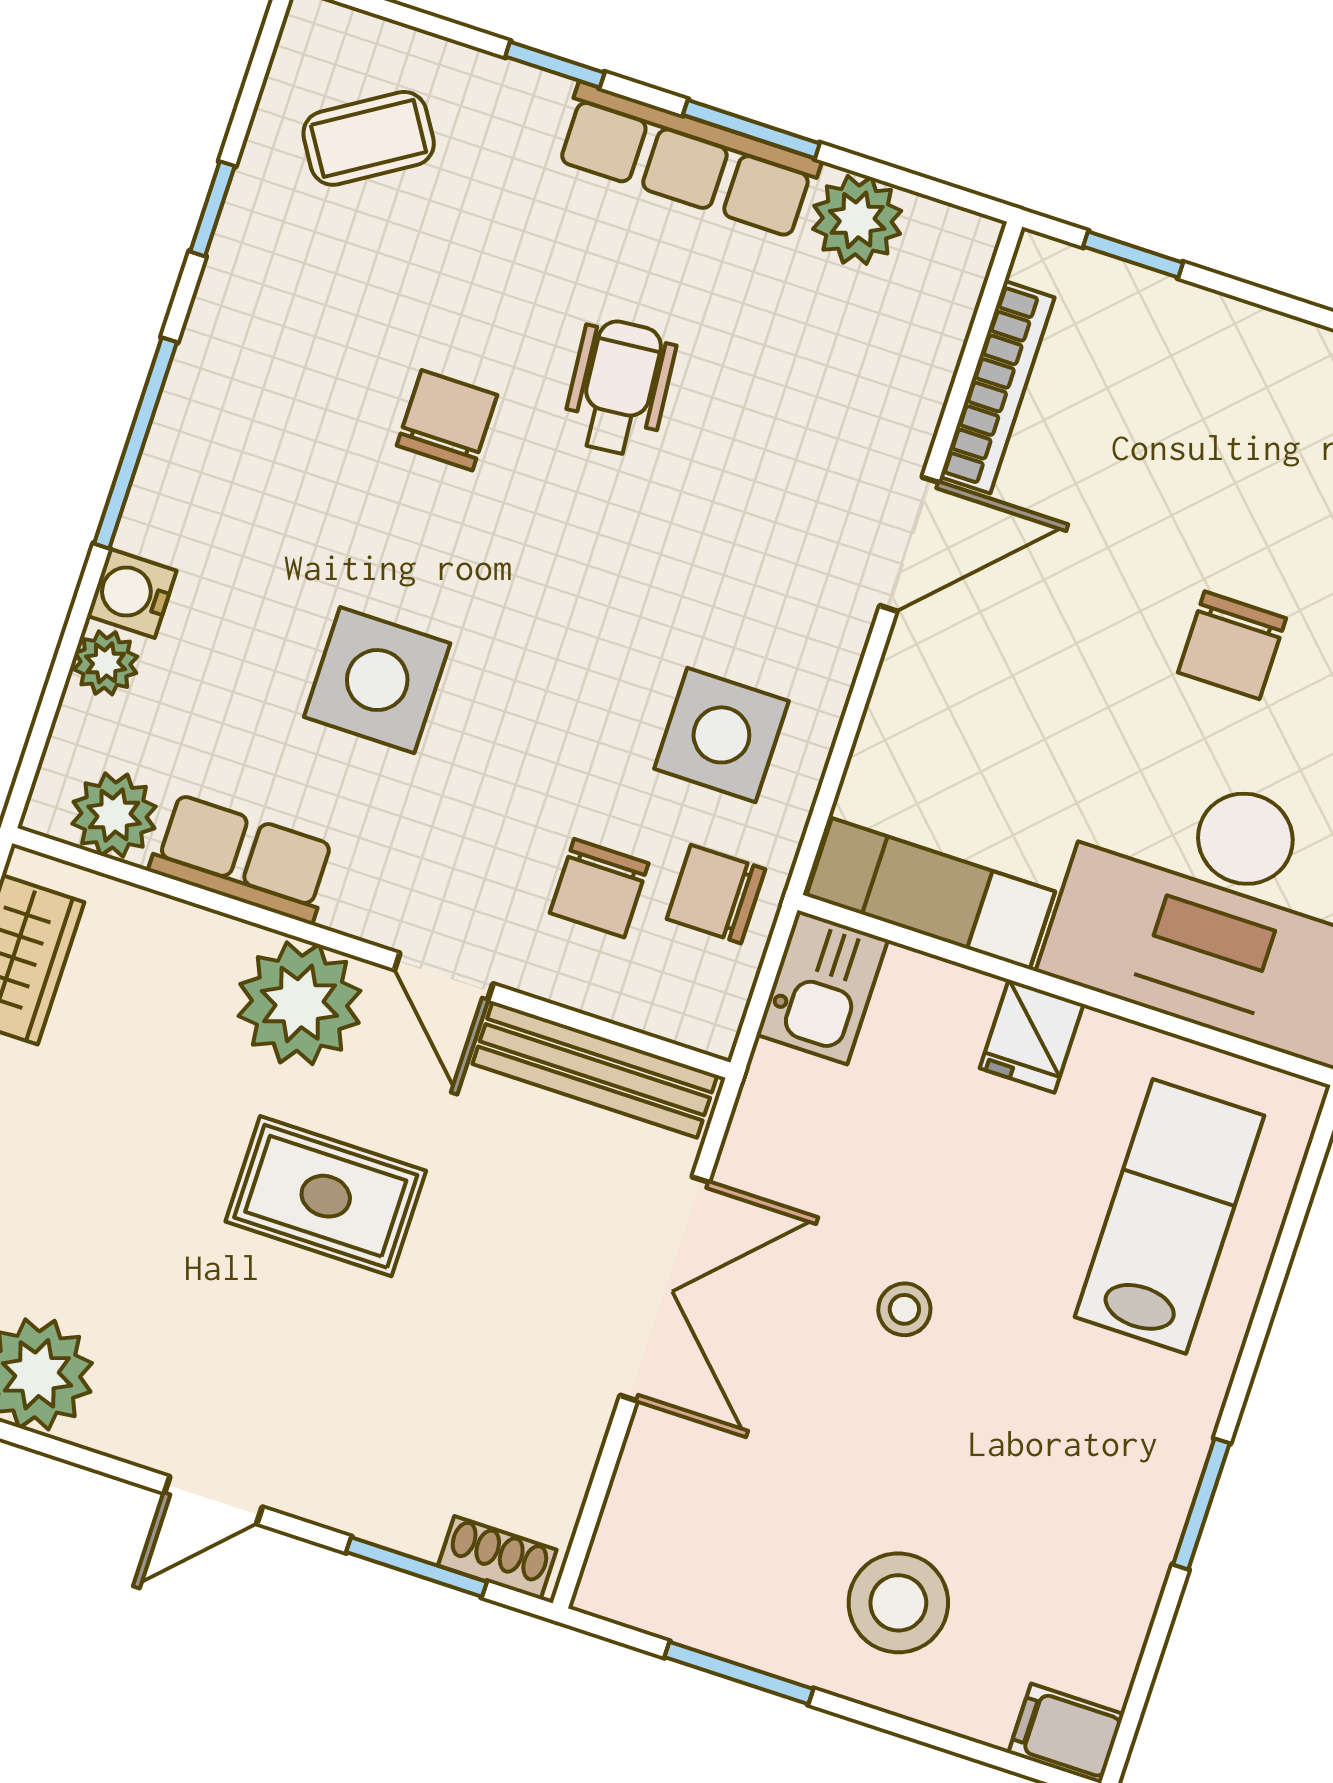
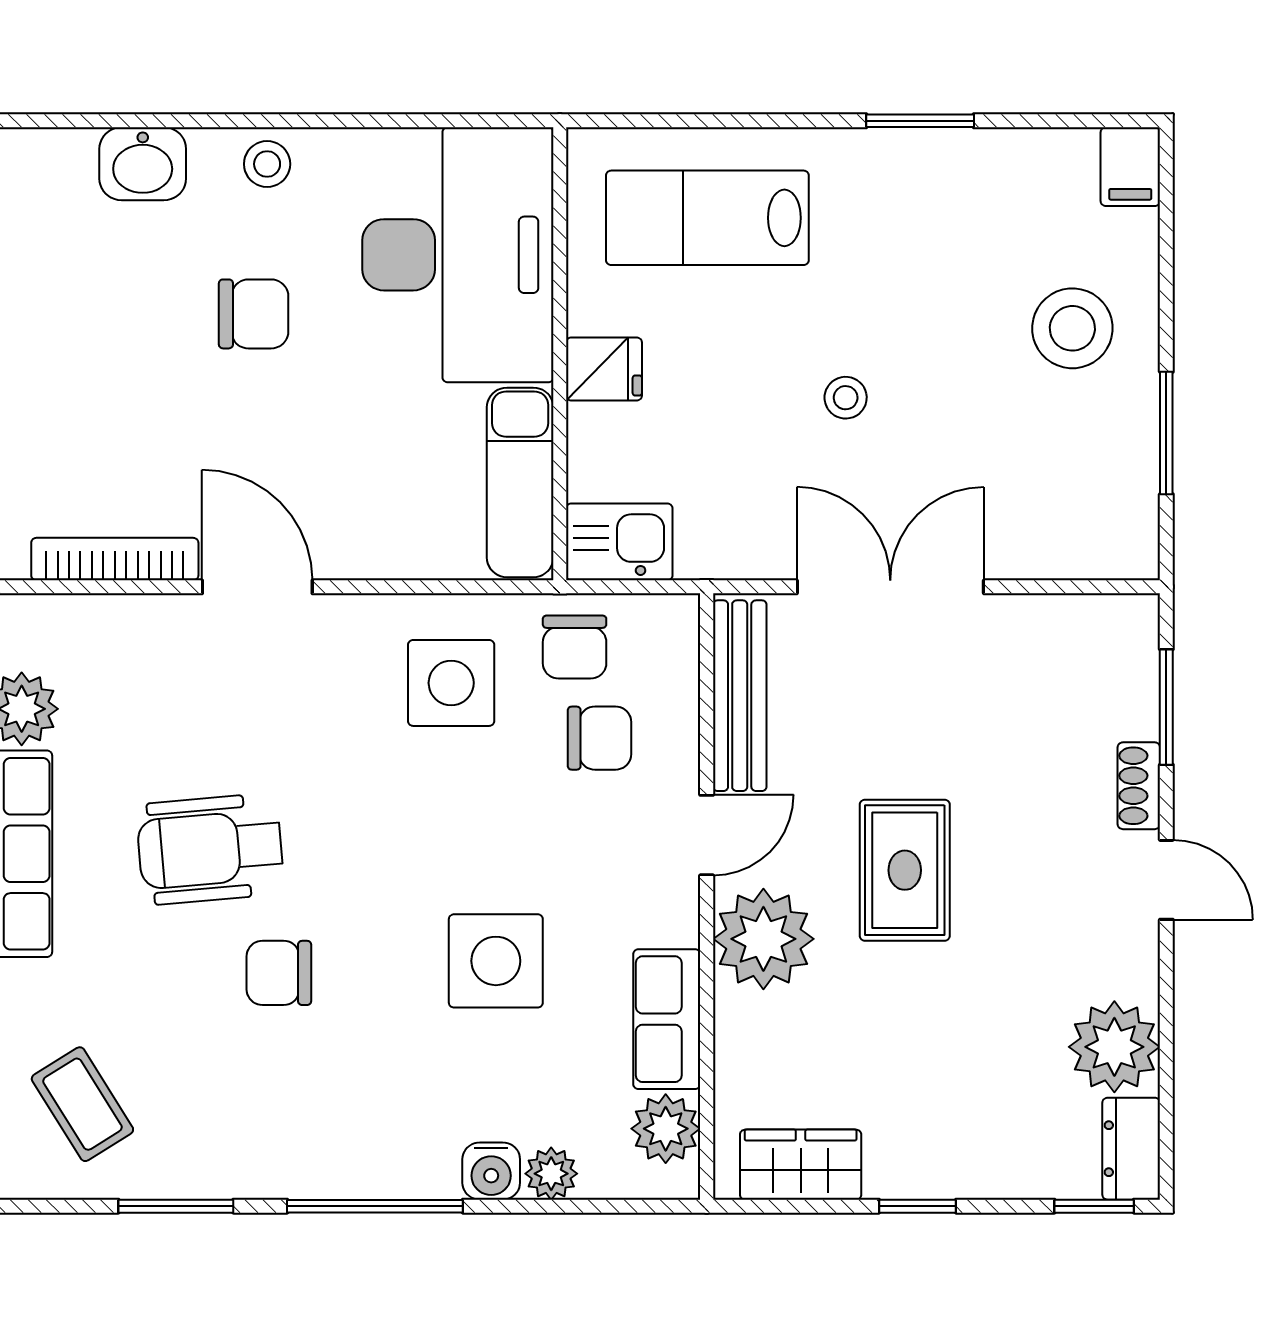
window: (212, 209) -> (176, 1206), width x1.50
wheelchair: (619, 387) -> (210, 849), width x1.36, depth x1.37
shoe rack: (497, 1558) -> (1139, 786), moved

